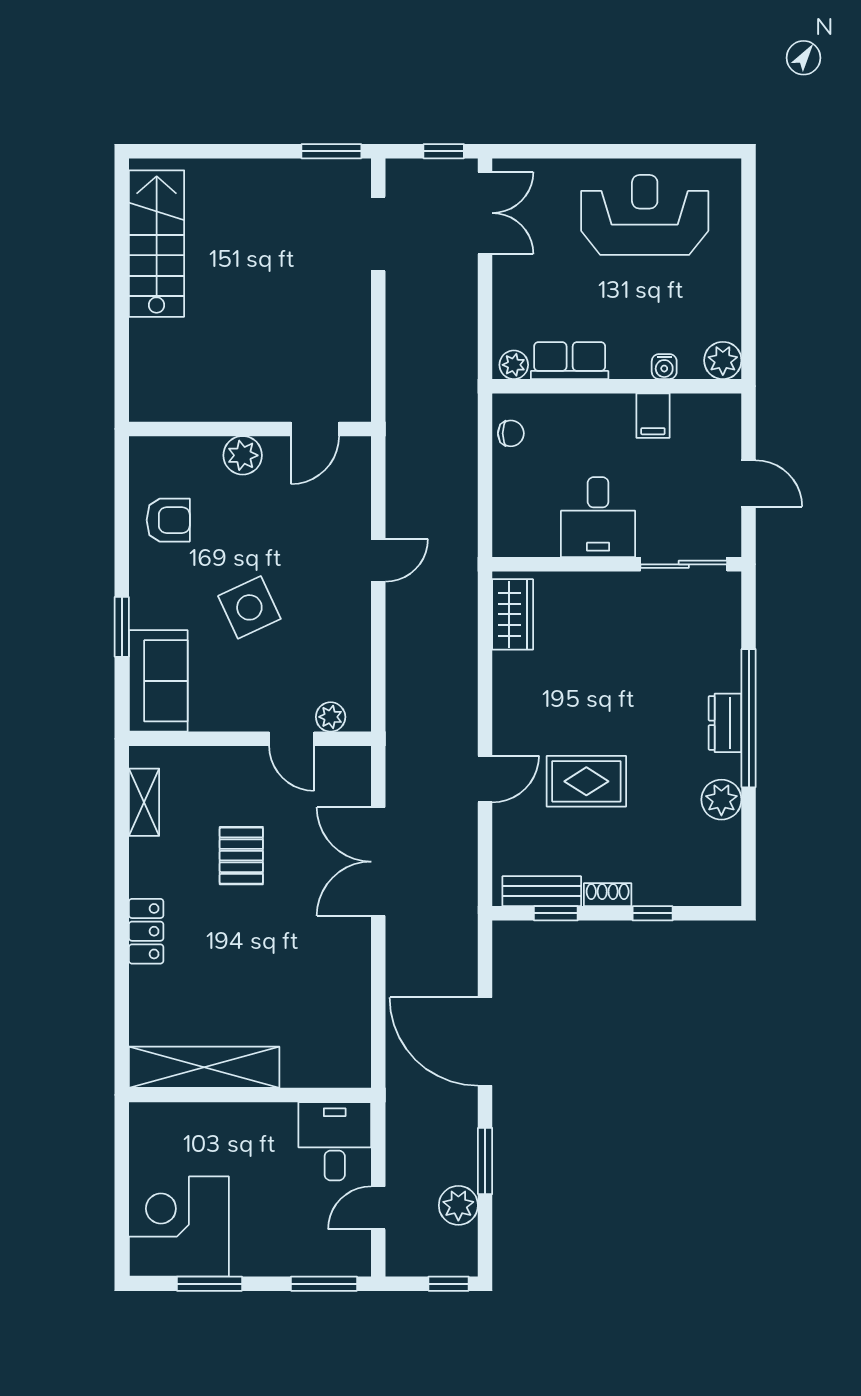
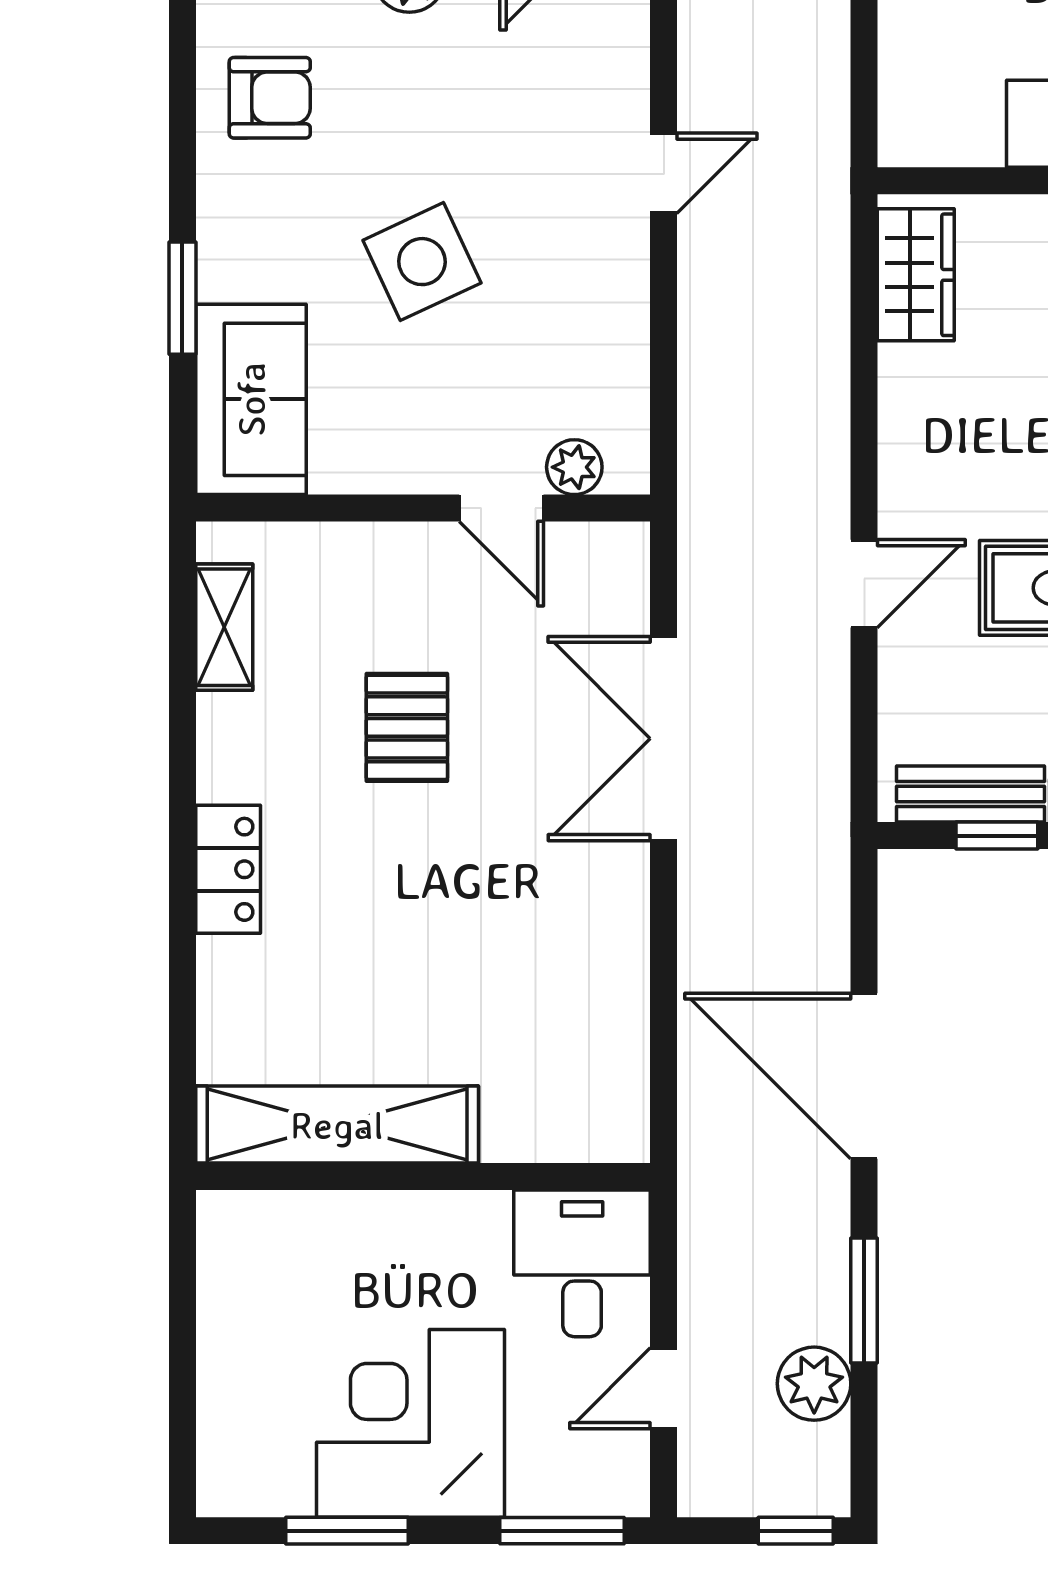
corner desk: (179, 1227) -> (411, 1423), moved

